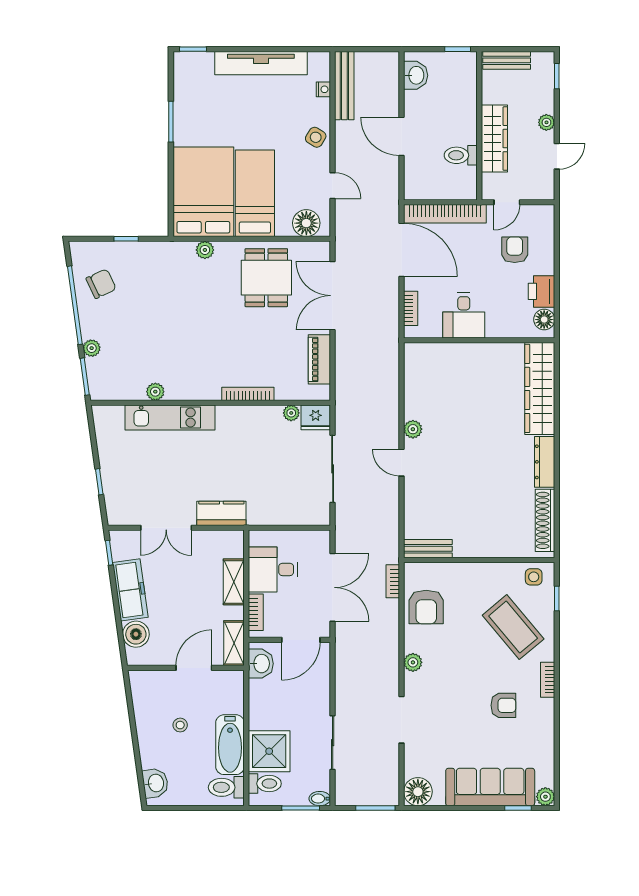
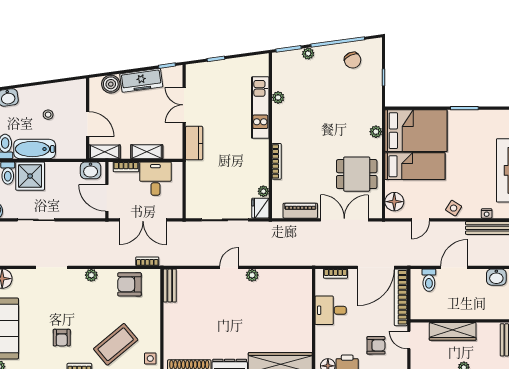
toilet: (461, 155) -> (429, 280), moved, turned 180

